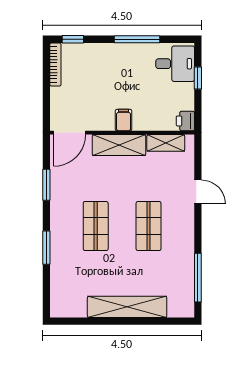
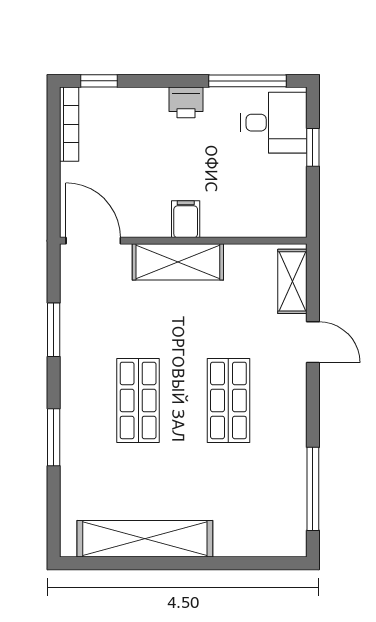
window: (137, 39) -> (247, 81), moved
printer: (185, 121) -> (186, 102), moved, turned -90
door: (70, 133) -> (93, 241), swing flipped
shelving: (166, 143) -> (292, 281), moved, turned 90
shelving: (127, 307) -> (145, 539), moved

